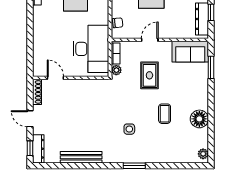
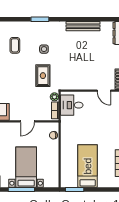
desk: (91, 49) -> (72, 105), width x0.53, depth x0.77
rug: (149, 75) -> (43, 76), moved
coffee table: (165, 114) -> (15, 45), moved

